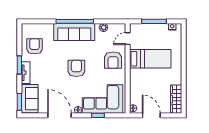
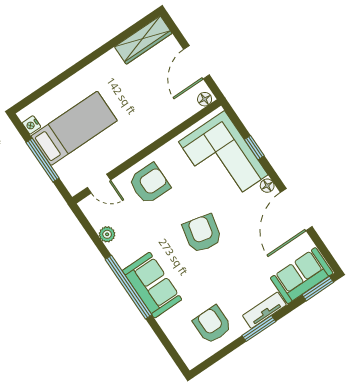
sofa: (74, 32) -> (152, 285), width x0.73
armchair: (35, 46) -> (212, 325), turned 90
bed: (150, 59) -> (74, 128), moved, turned 90
armchair: (76, 68) -> (202, 233), turned 103

